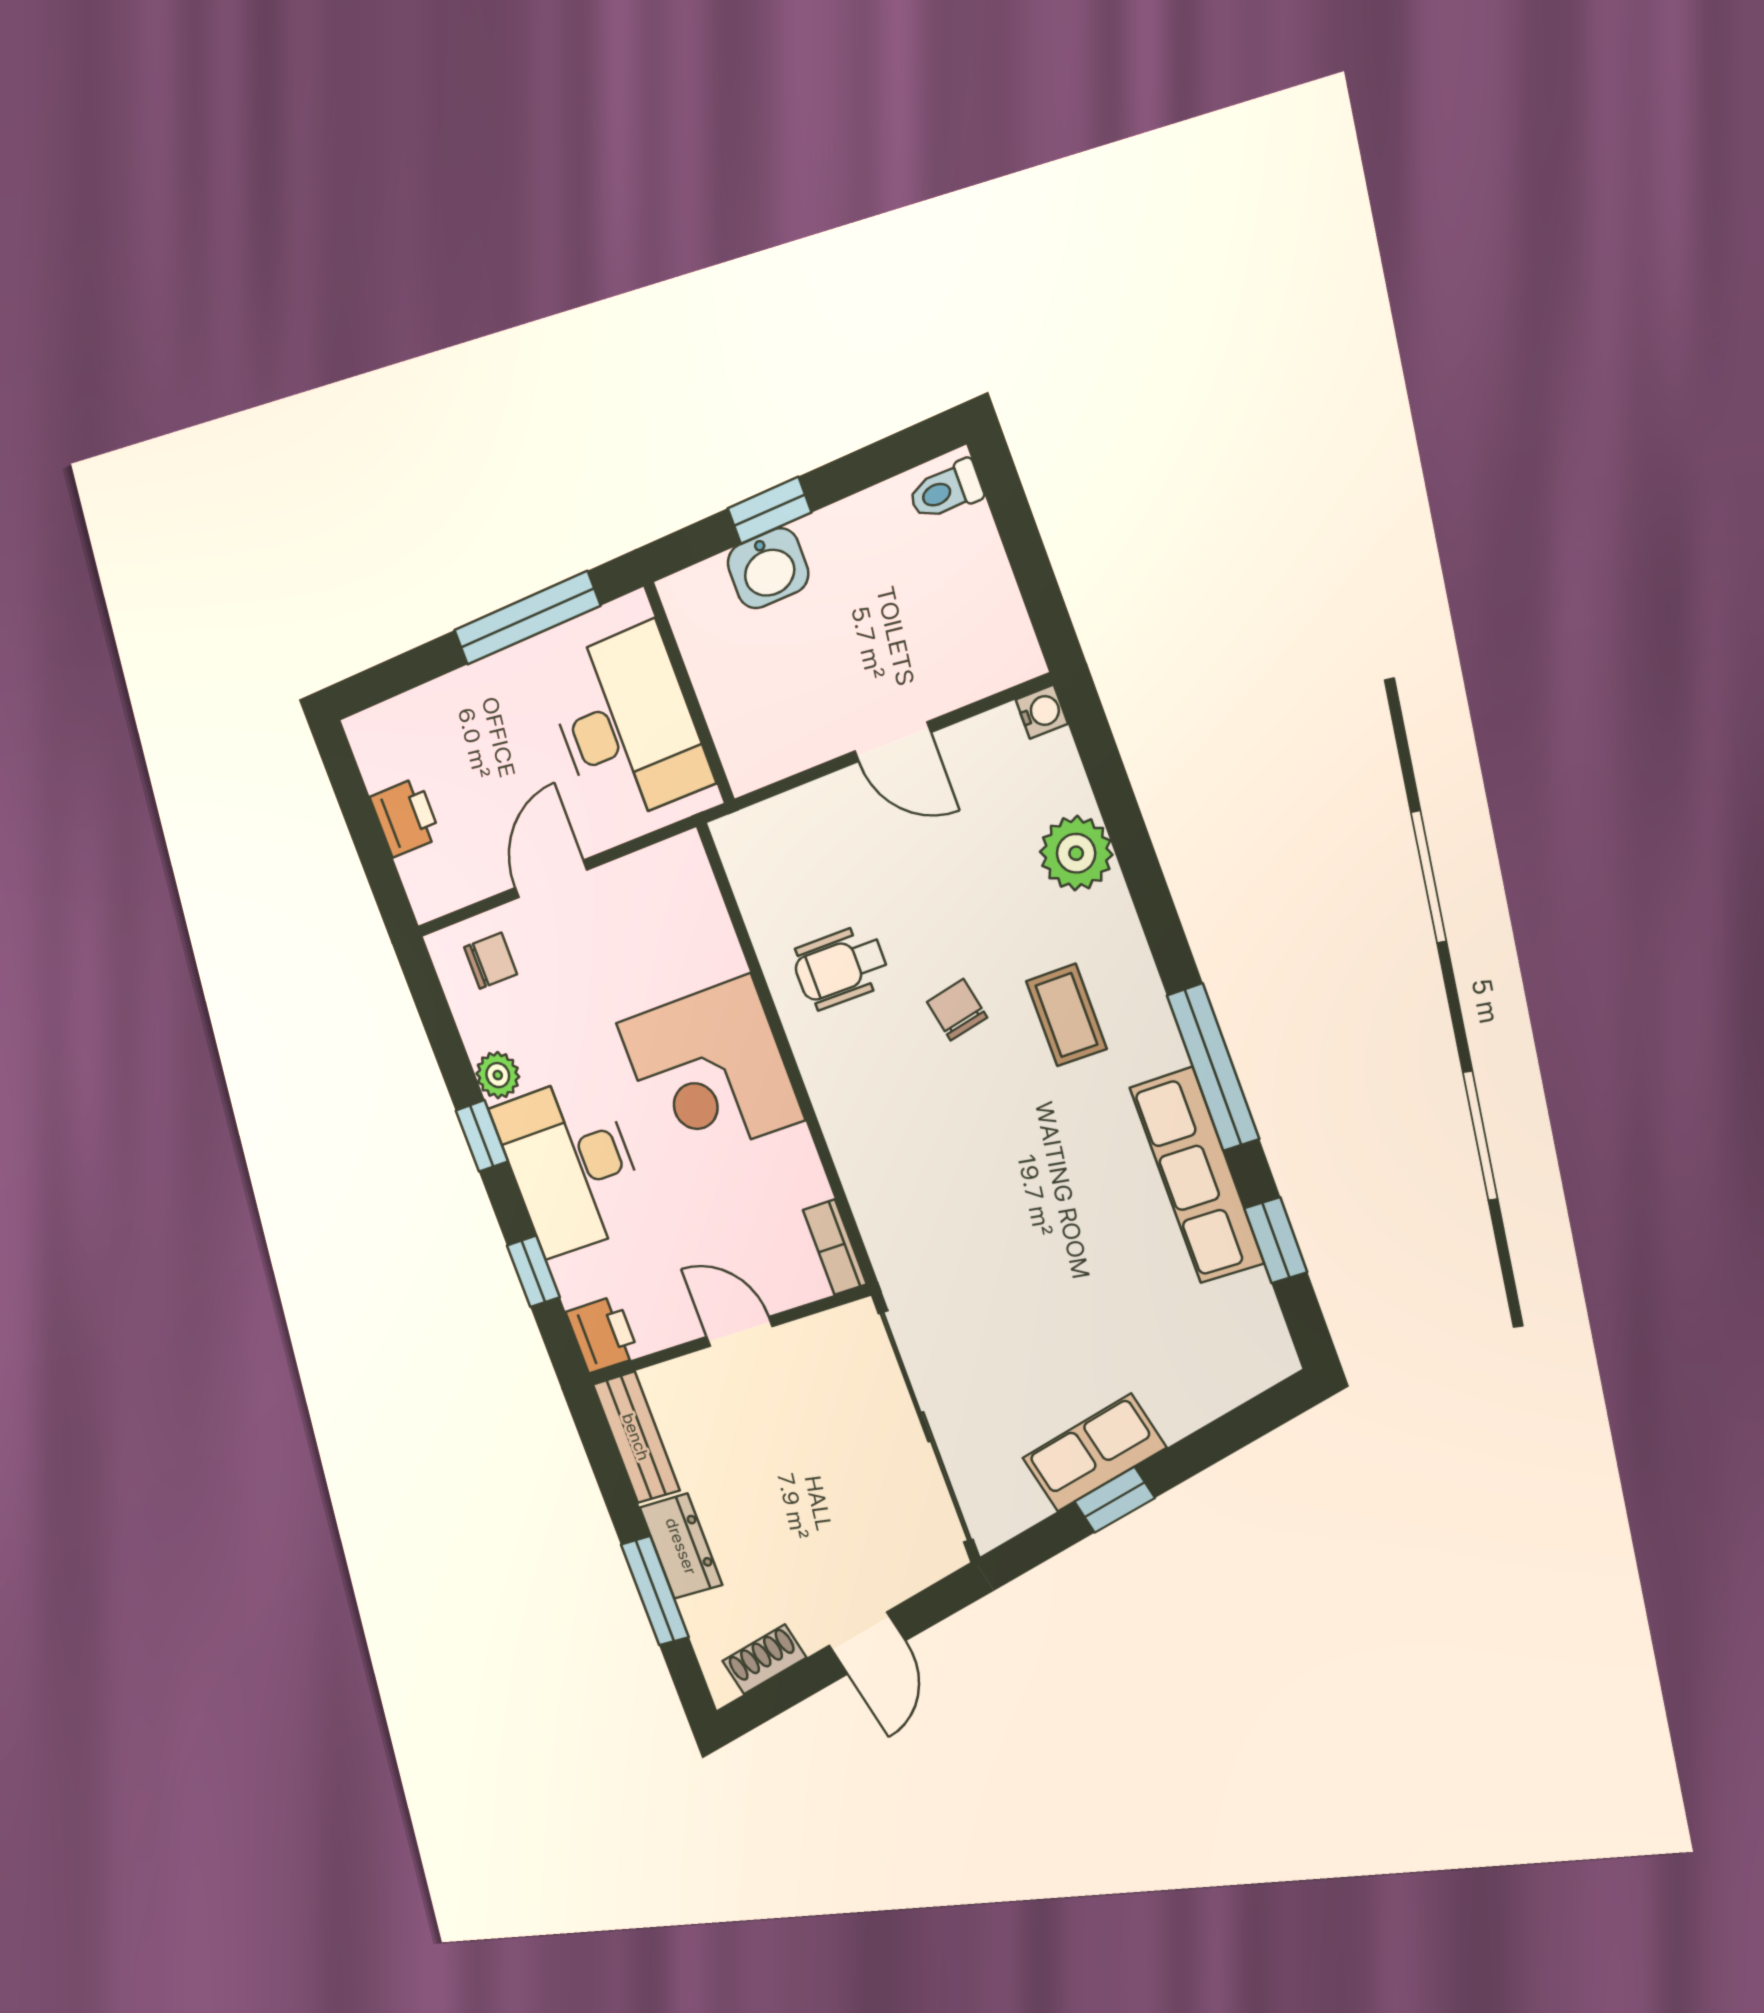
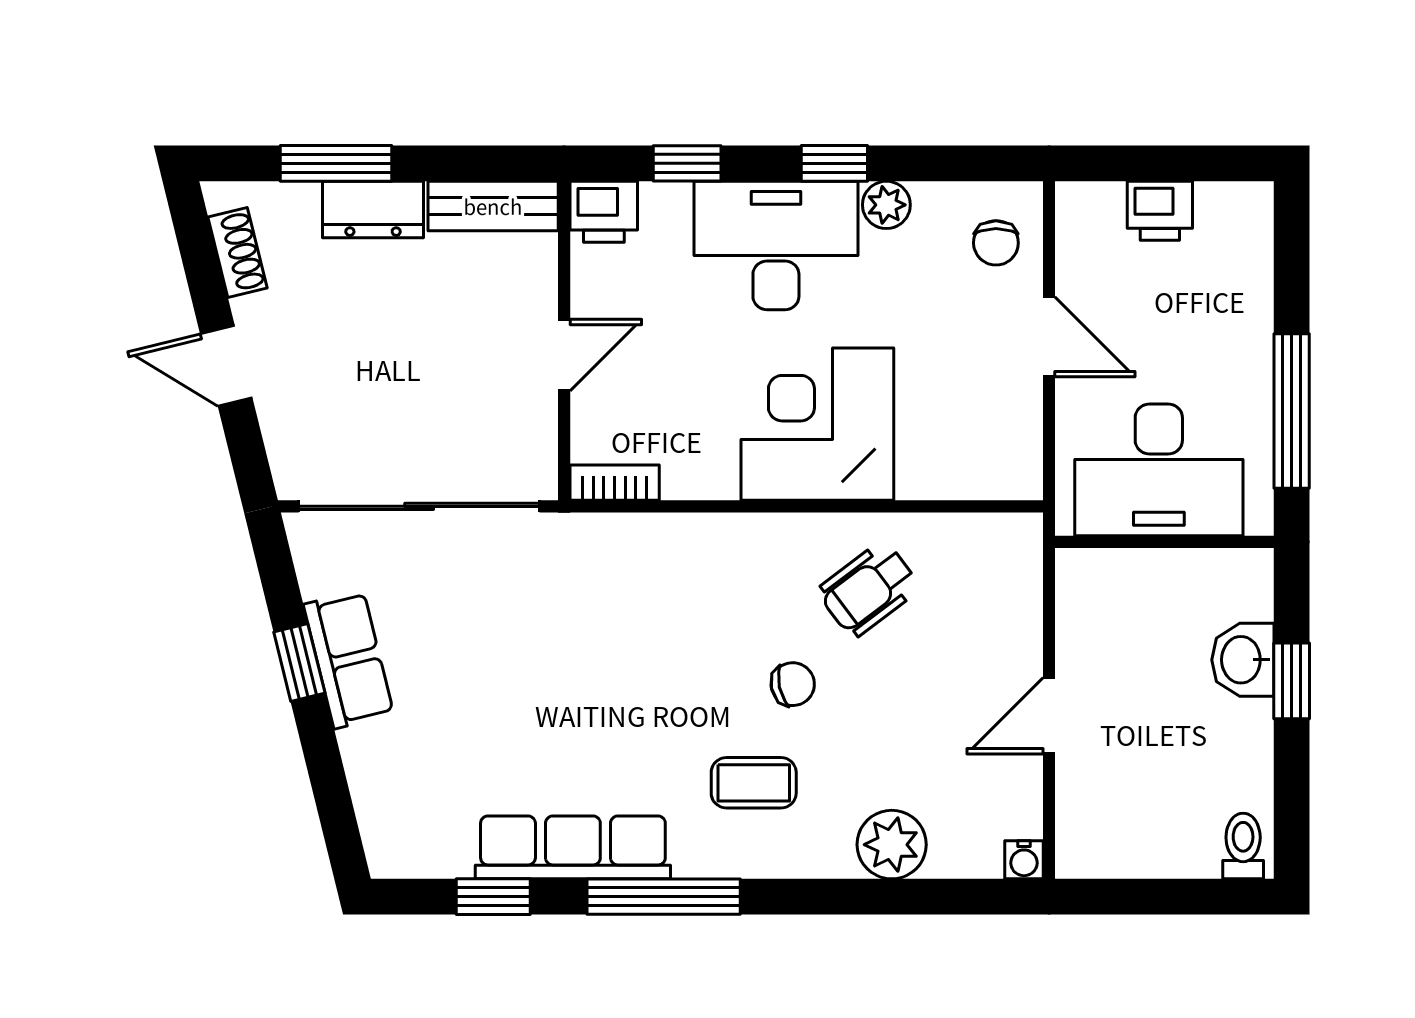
wheelchair: (841, 967) -> (869, 589), turned -127

